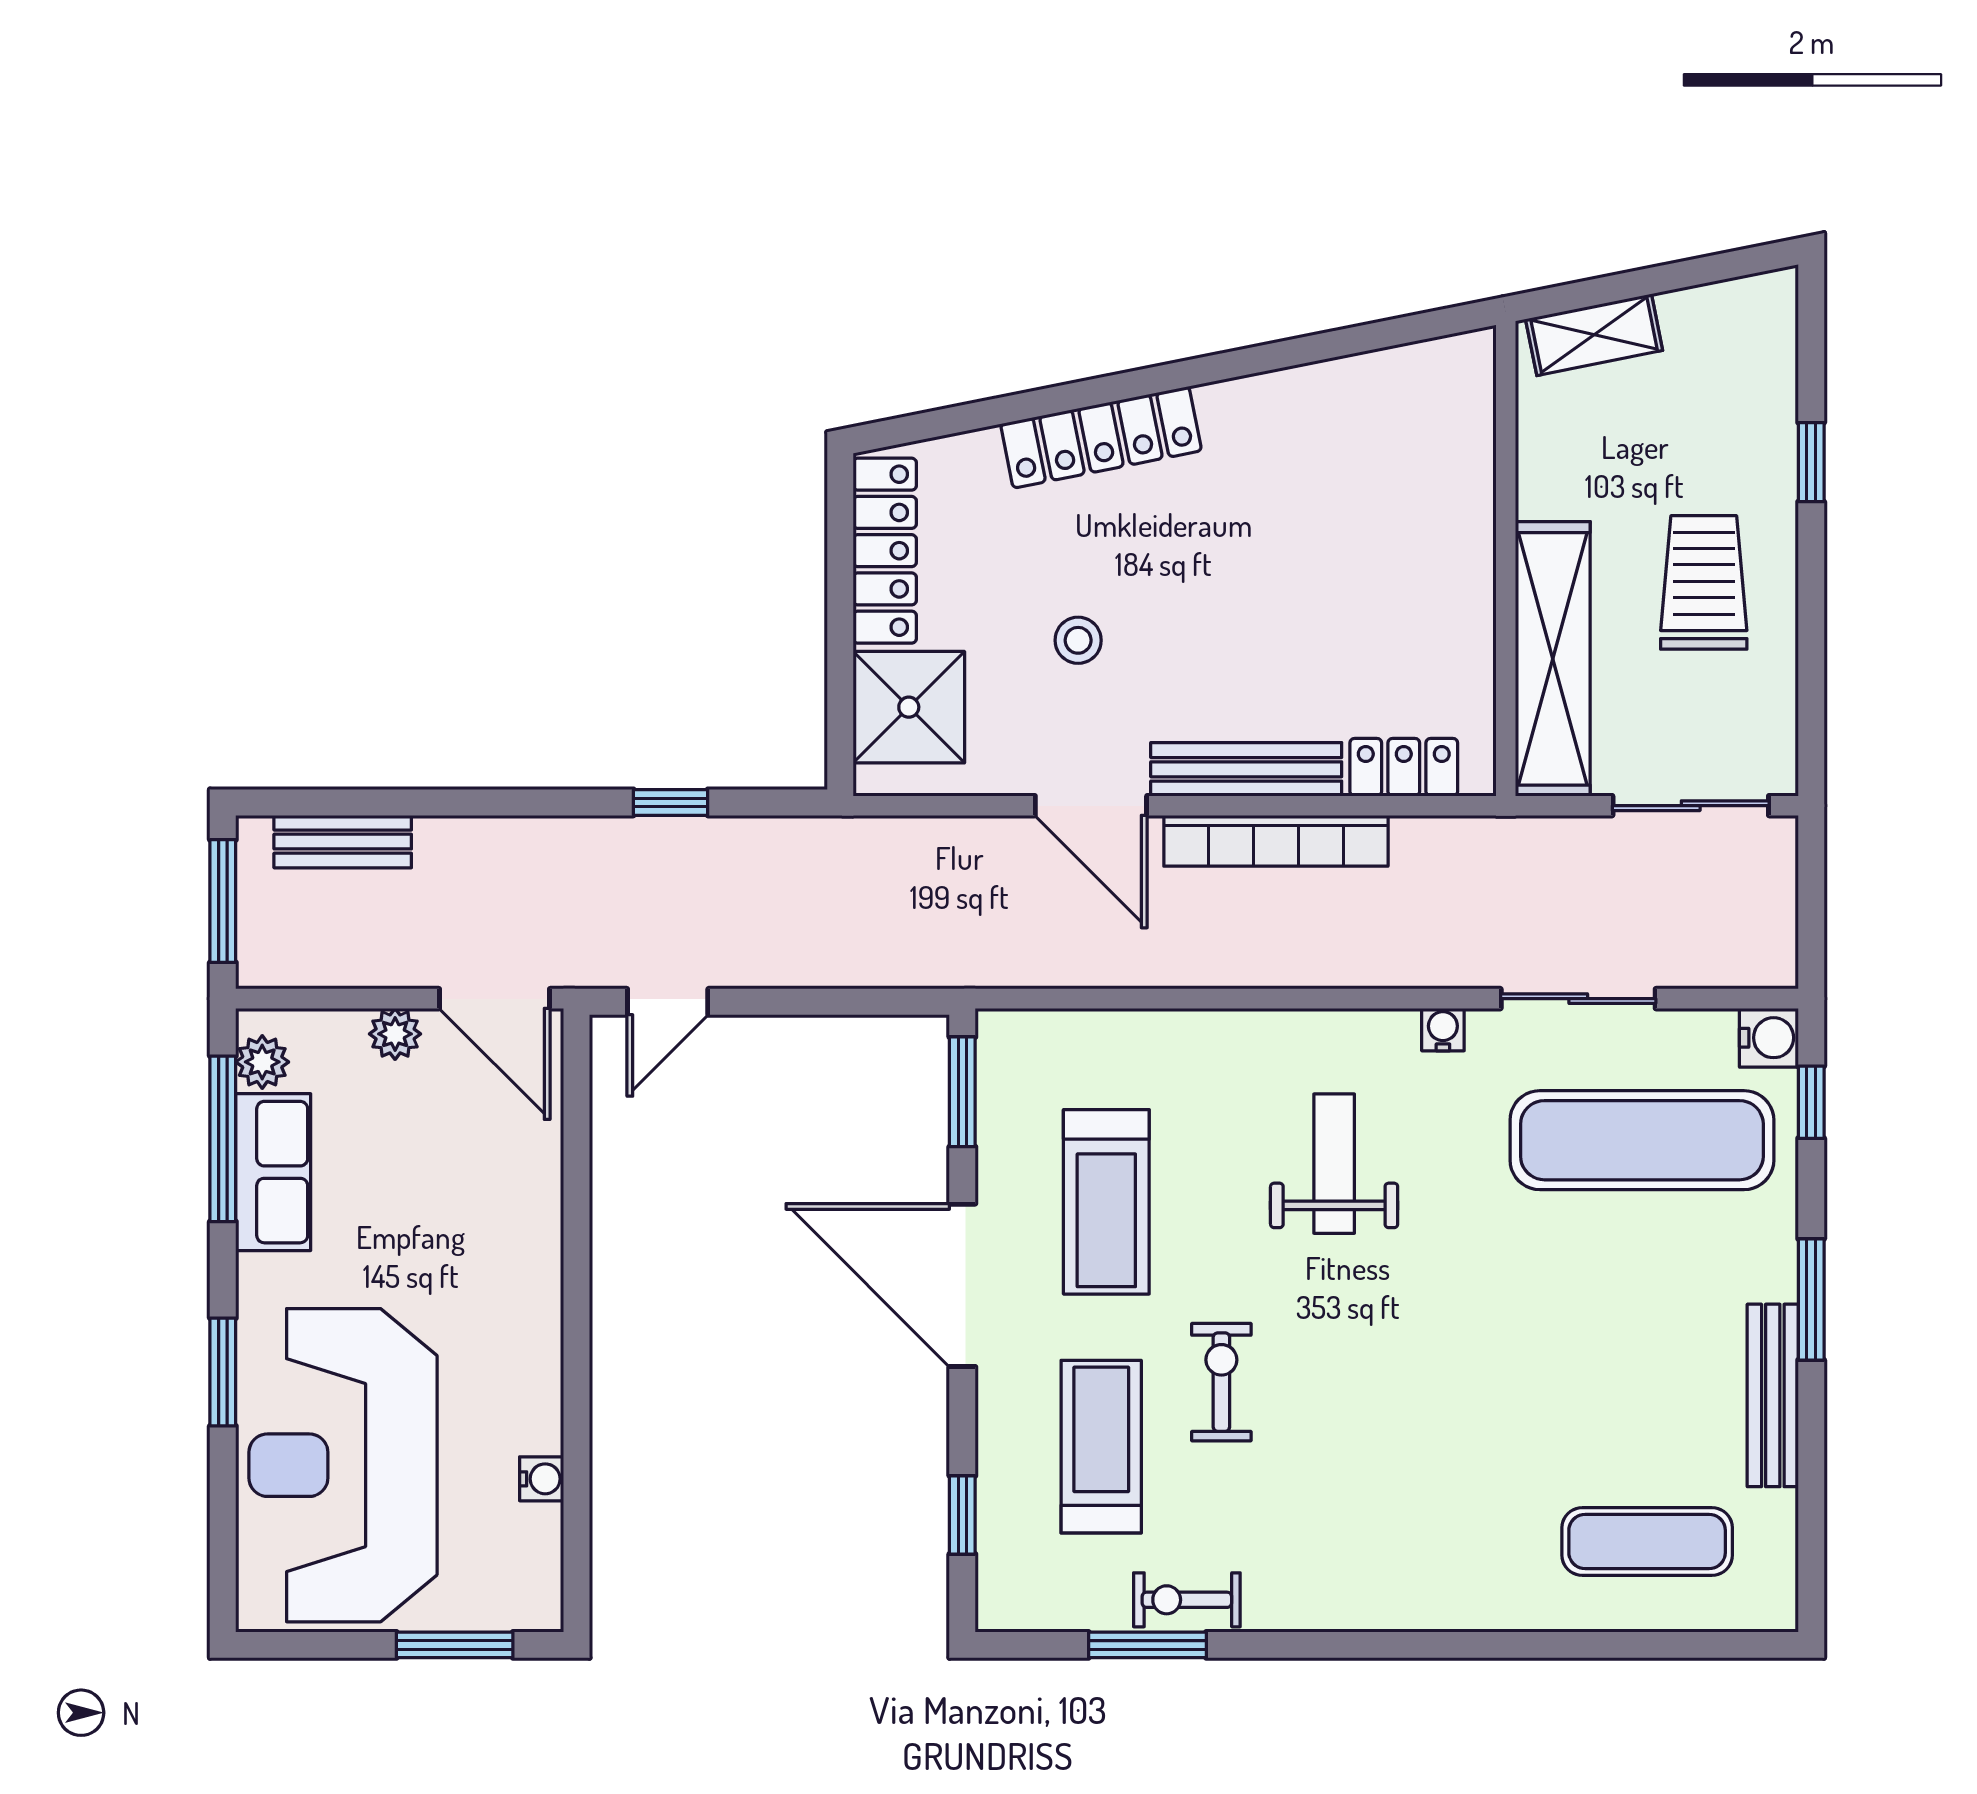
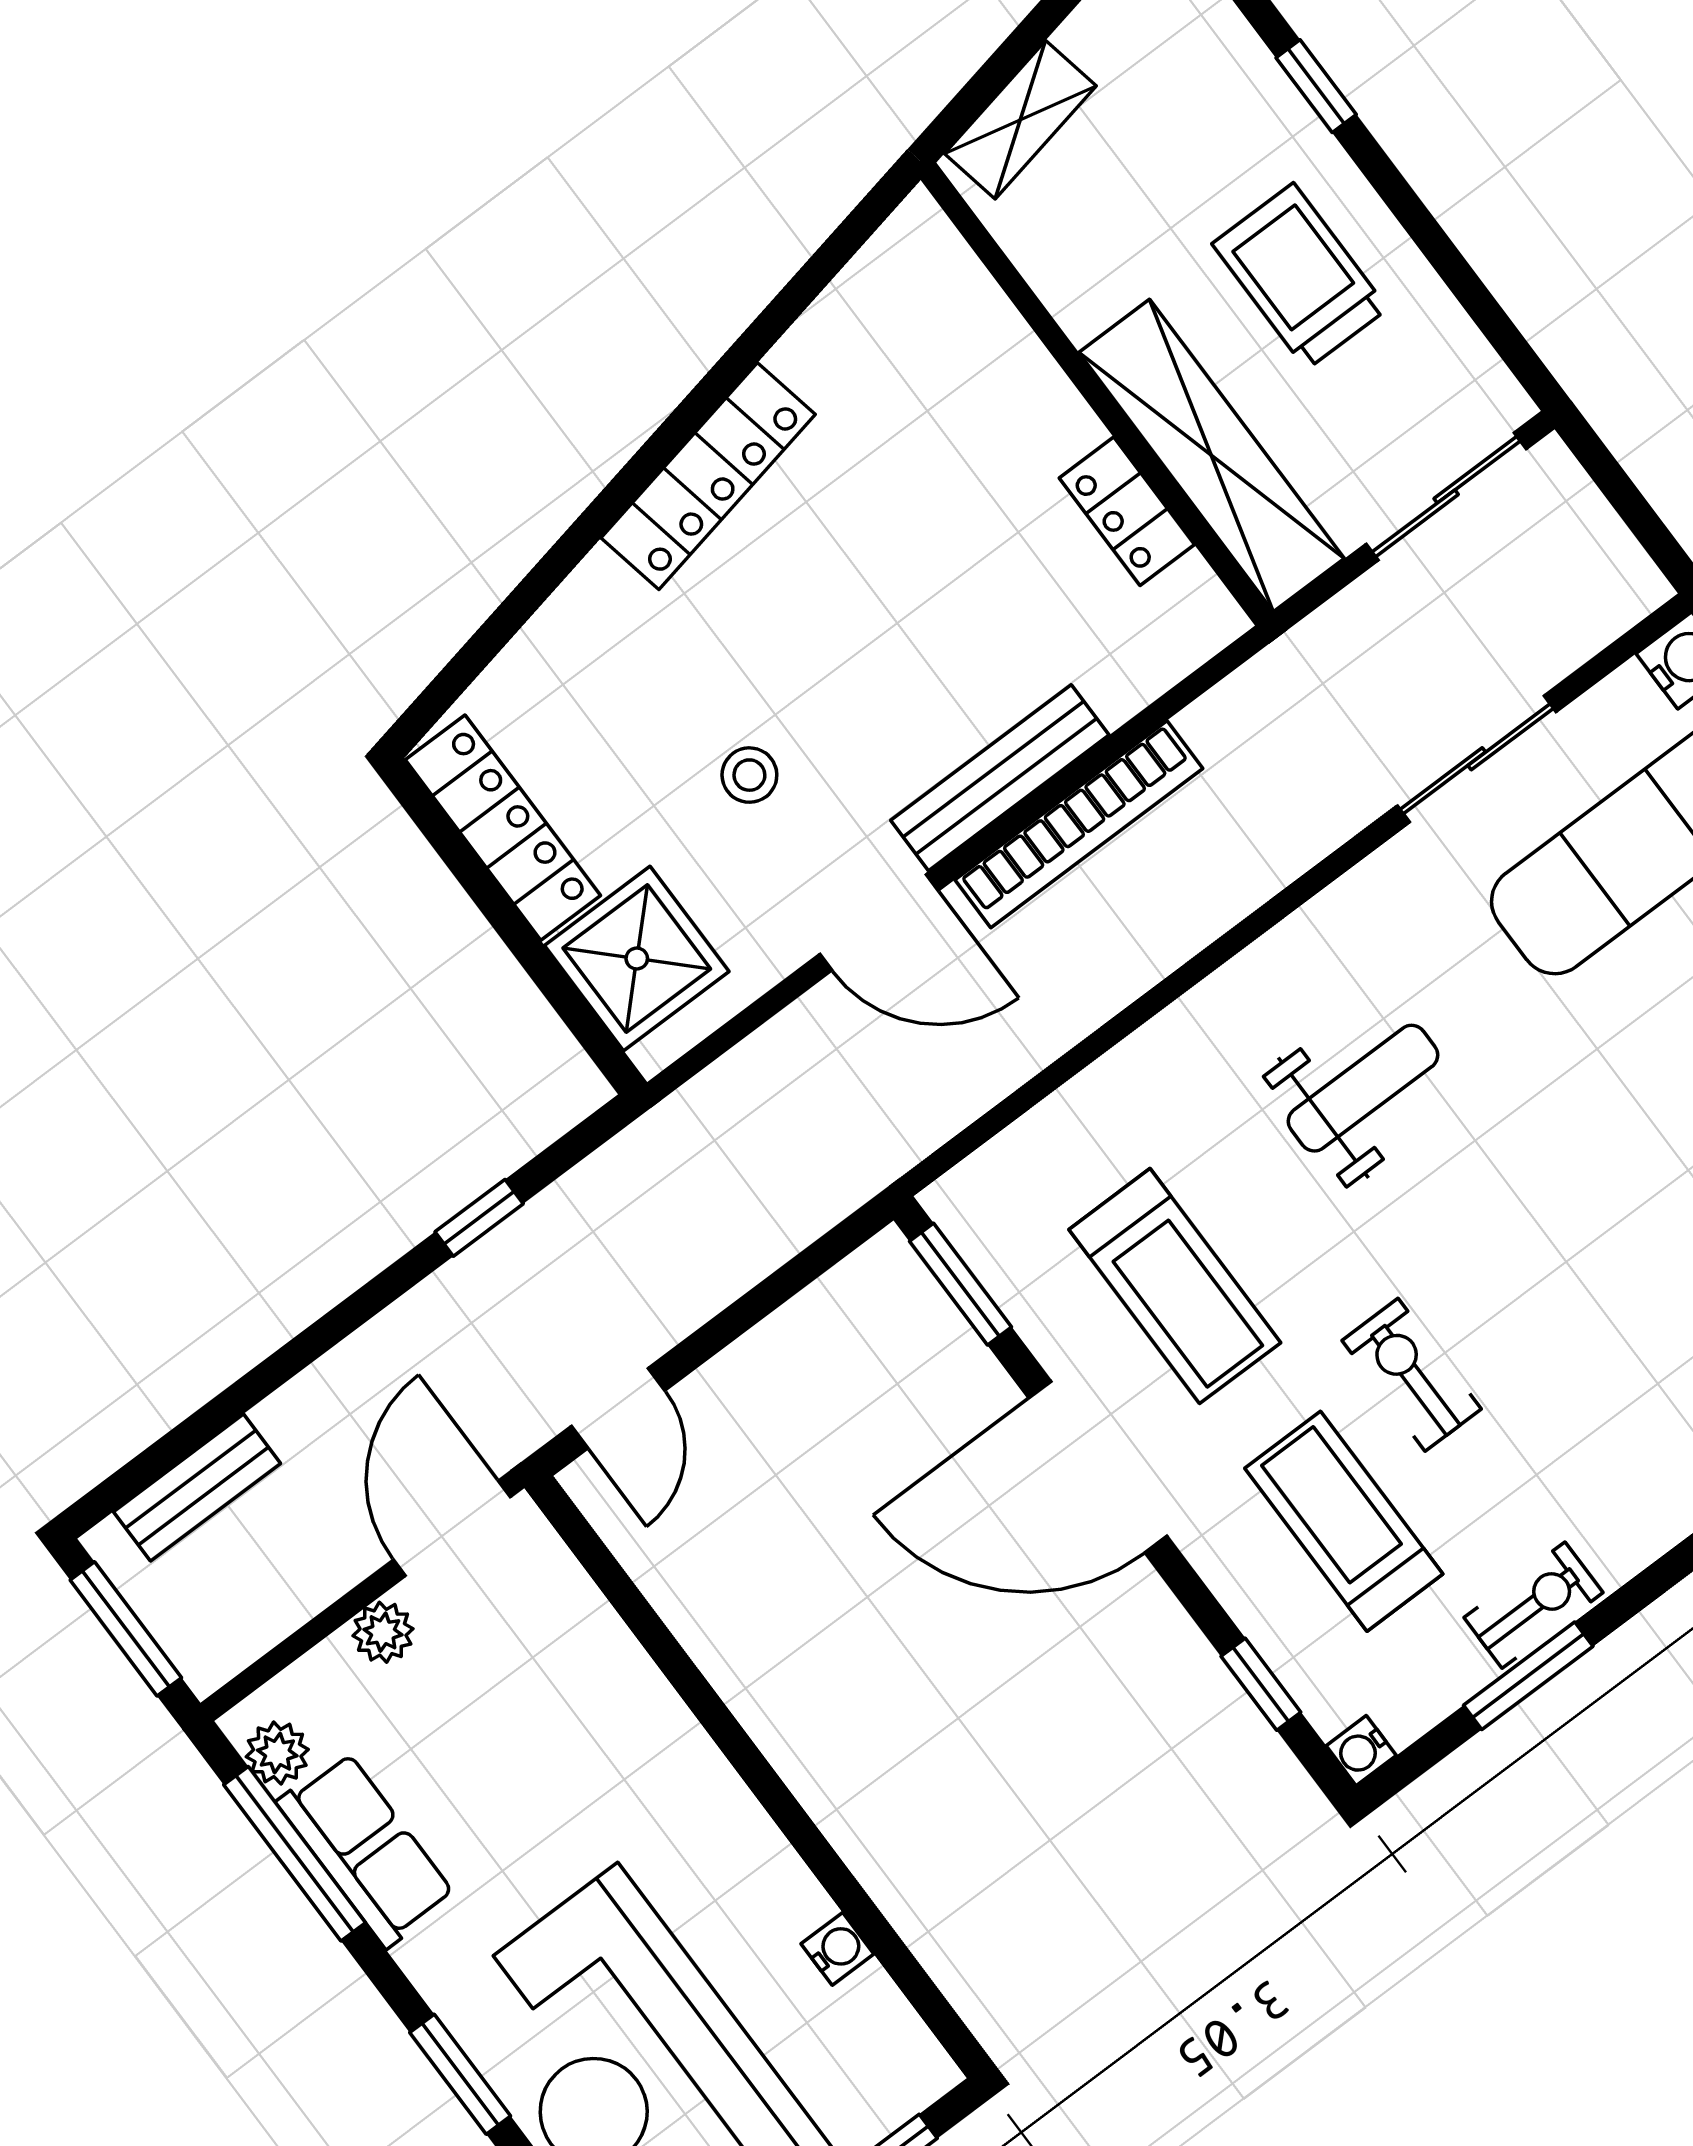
locker: (1101, 437) -> (708, 476), moved
locker: (1404, 767) -> (1127, 511), moved, turned -90
door: (494, 999) -> (452, 1528), swing flipped
water cooler: (1443, 1030) -> (1361, 1751), moved, turned -90
weight bench: (1334, 1164) -> (1363, 1088), turned 90
exercise bike: (1187, 1600) -> (1534, 1605), turned 180

